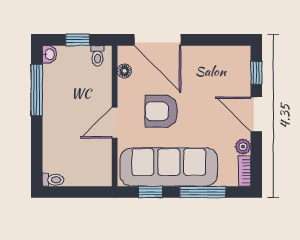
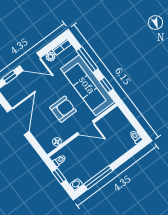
door: (158, 40) -> (18, 122), moved
armchair: (161, 111) -> (63, 109), turned -90
door: (256, 114) -> (30, 62), hinge flipped

